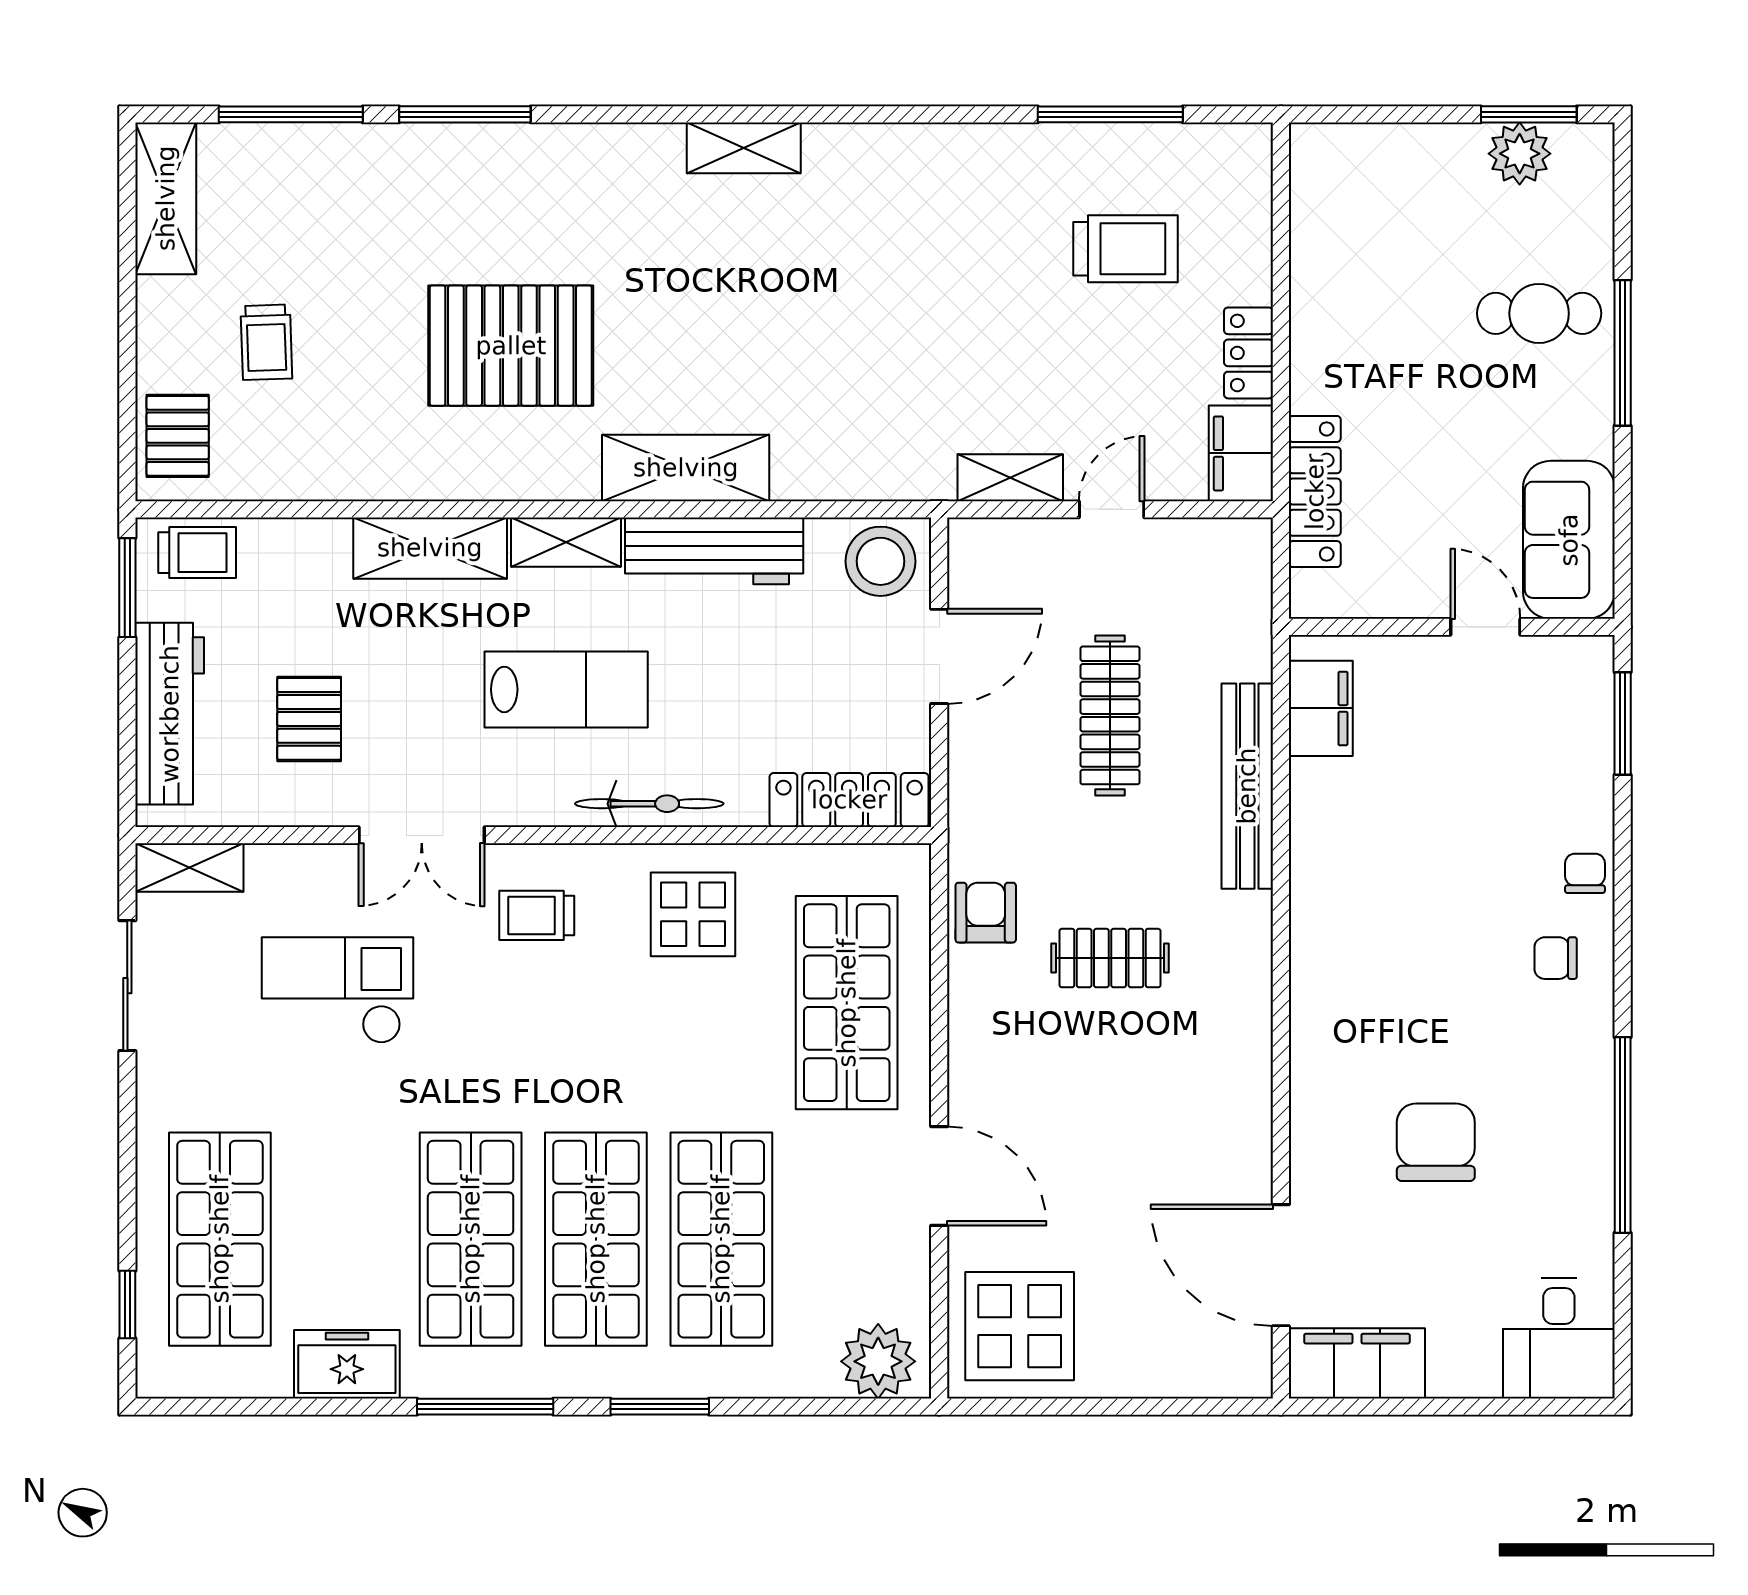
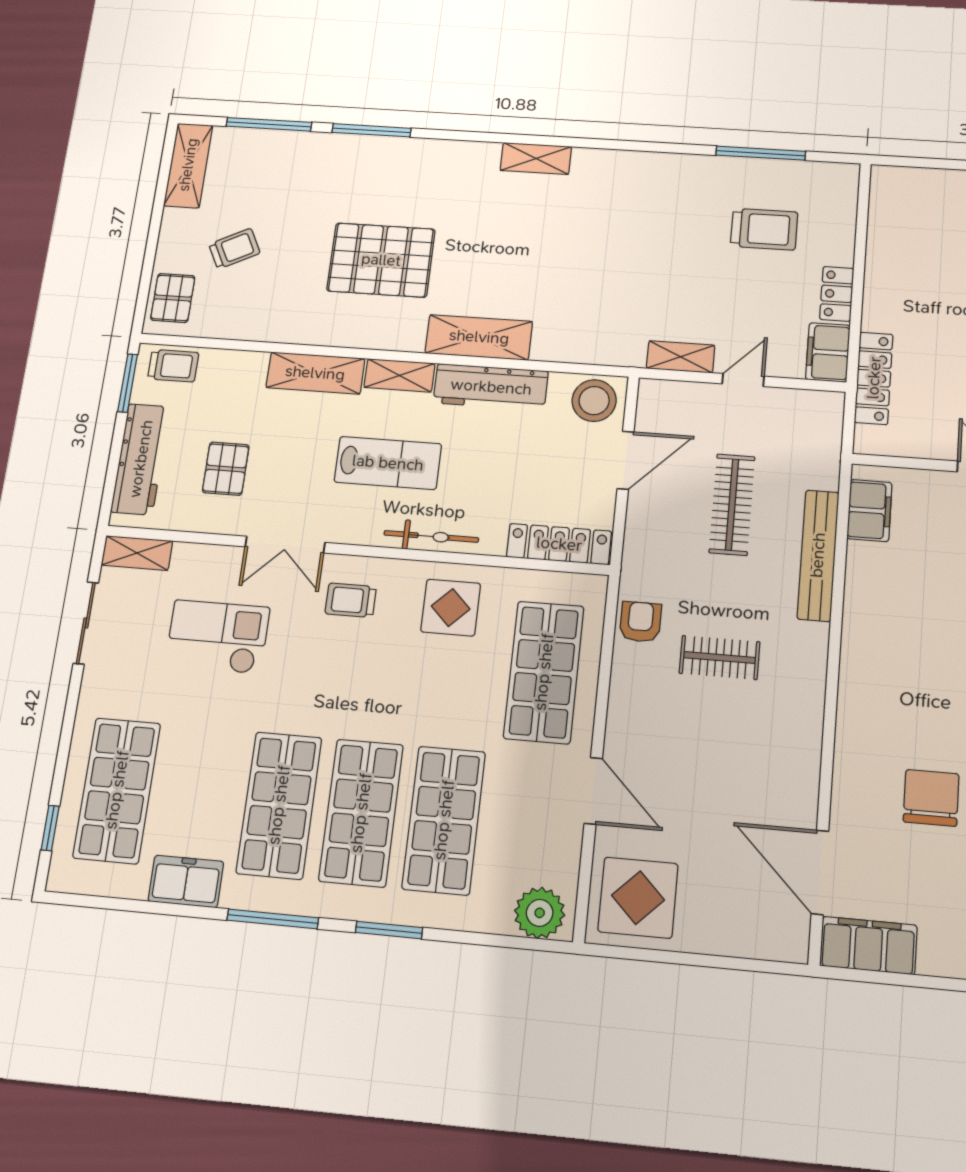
trolley: (266, 342) -> (234, 249), turned -115

